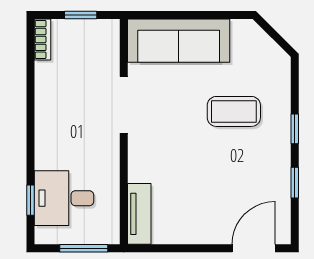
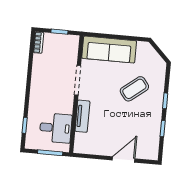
coffee table: (234, 111) -> (134, 89), turned -38
desk: (64, 198) -> (56, 128), moved, turned 180
tv unit: (139, 214) -> (82, 116), moved
door: (254, 248) -> (124, 159), moved

